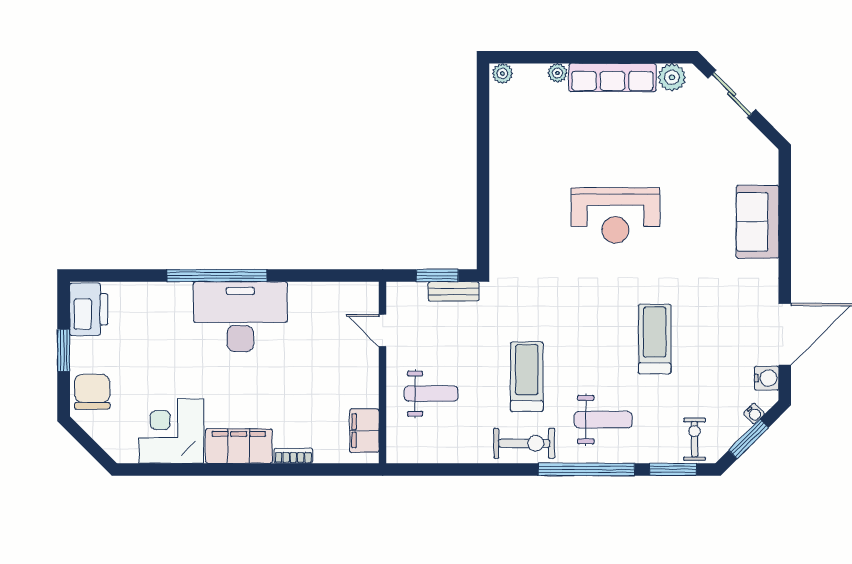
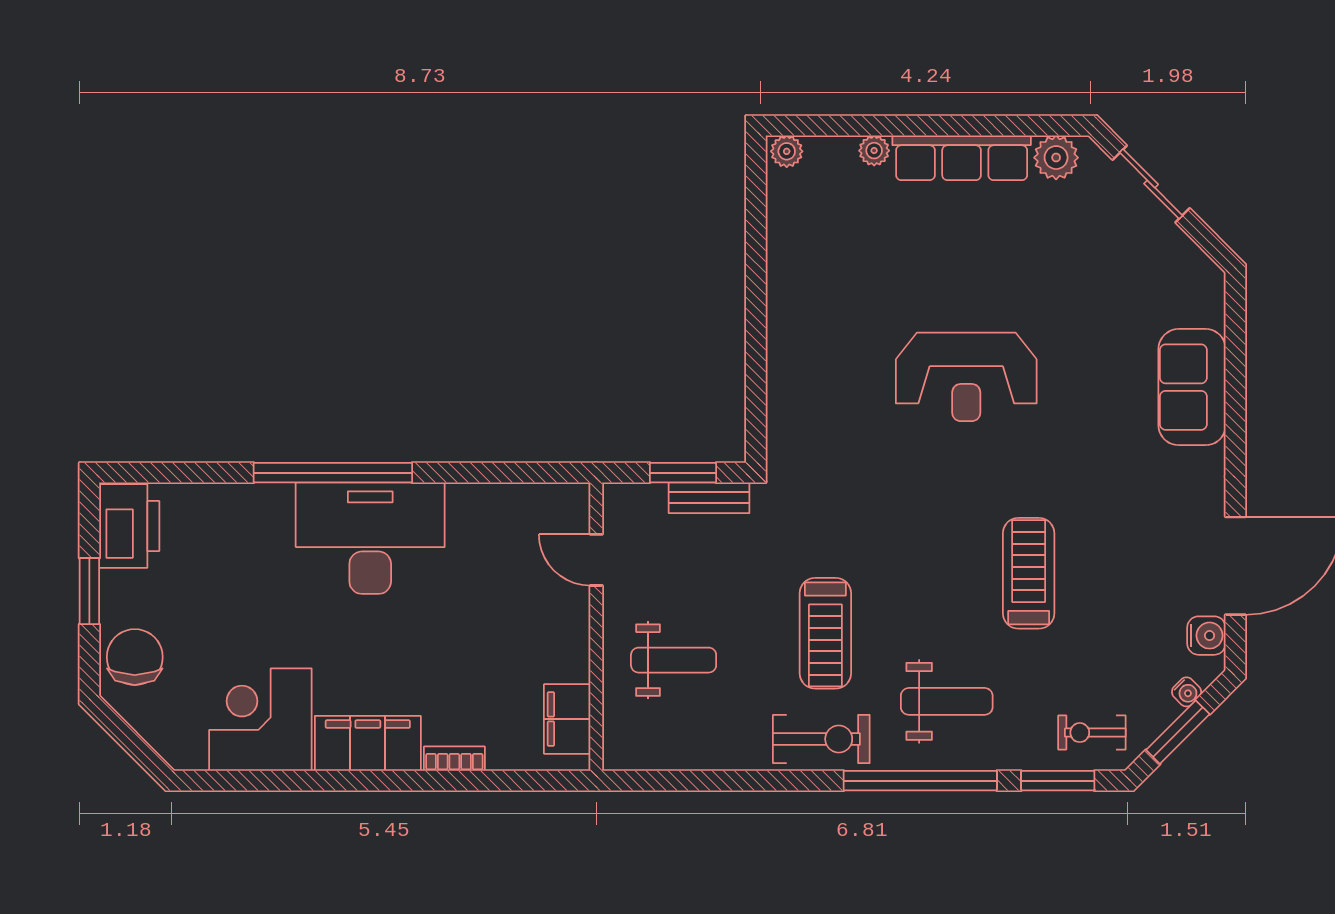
treadmill: (527, 377) -> (825, 633), turned 180
exercise bike: (695, 439) -> (1092, 733), turned -90

